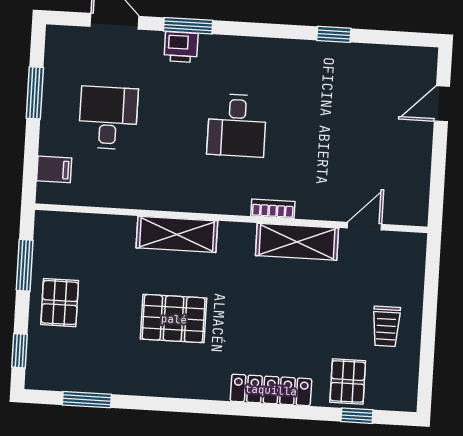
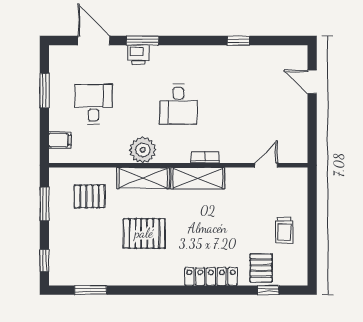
door: (442, 104) -> (312, 82), hinge flipped
plant: (179, 192) -> (143, 150), added
shelving: (297, 242) -> (198, 178), moved
pallet: (60, 303) -> (89, 196), moved, turned 90

